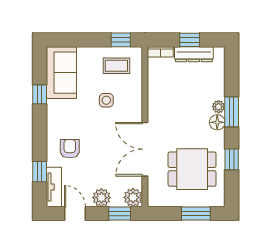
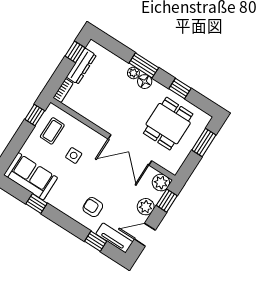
window: (190, 40) -> (75, 52), moved

